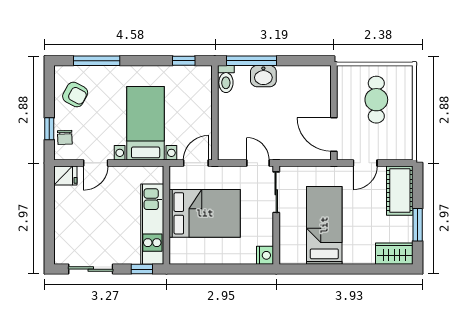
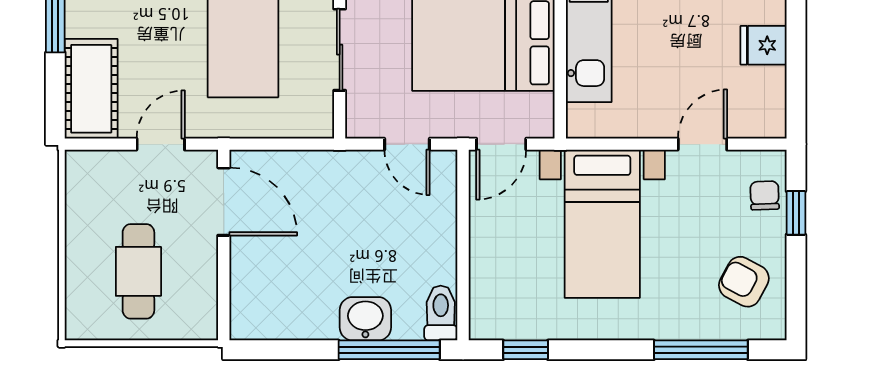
door: (258, 163) -> (407, 144), moved
fridge: (65, 175) -> (764, 45), moved
sliding door: (276, 192) -> (340, 50), moved

